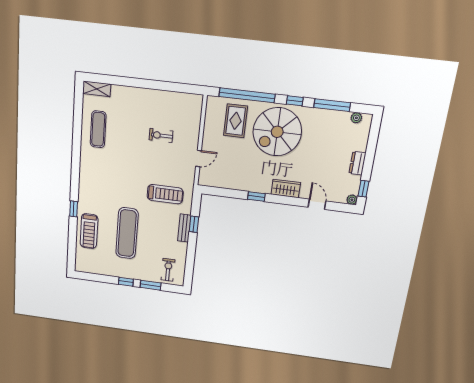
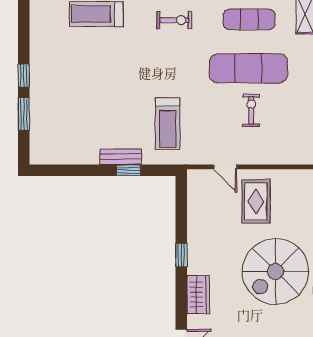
rug: (236, 121) -> (256, 201), moved, turned 90
spiral stairs: (277, 132) -> (275, 271), turned -90
exercise mat: (127, 233) -> (248, 68), moved
exercise bike: (168, 270) -> (174, 20), moved

